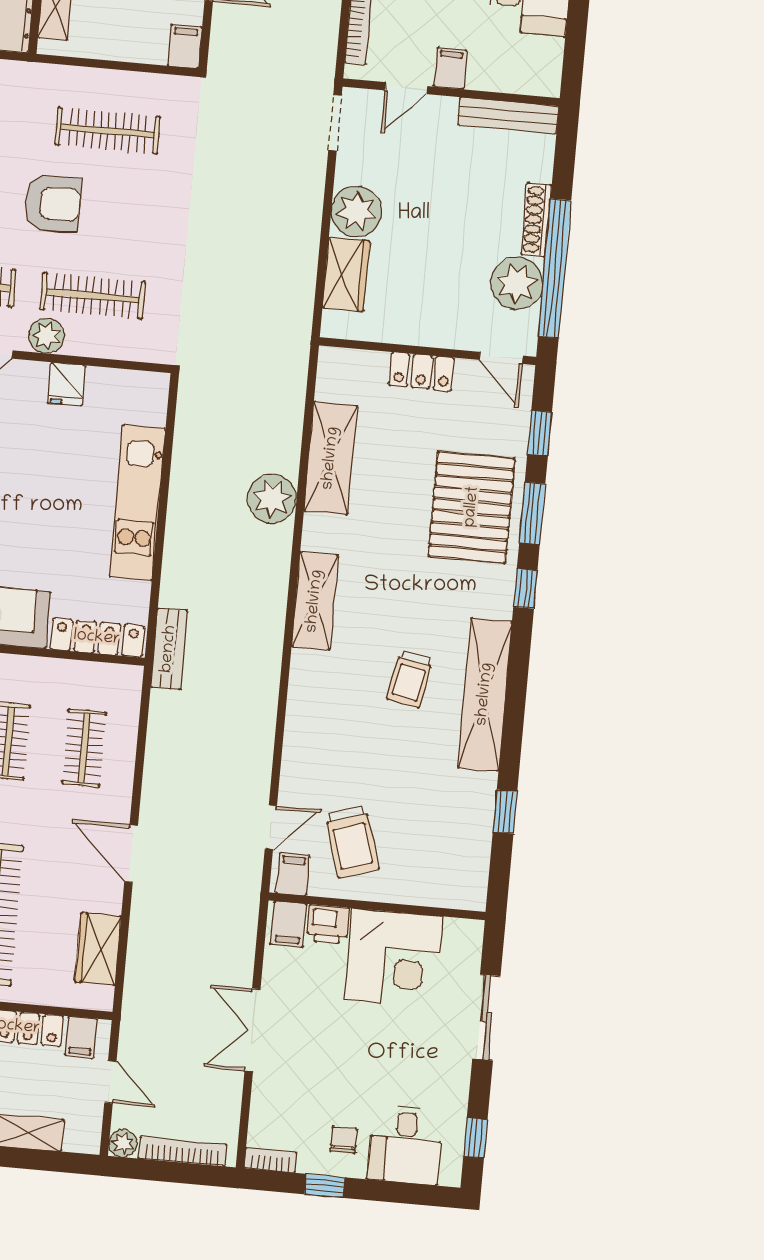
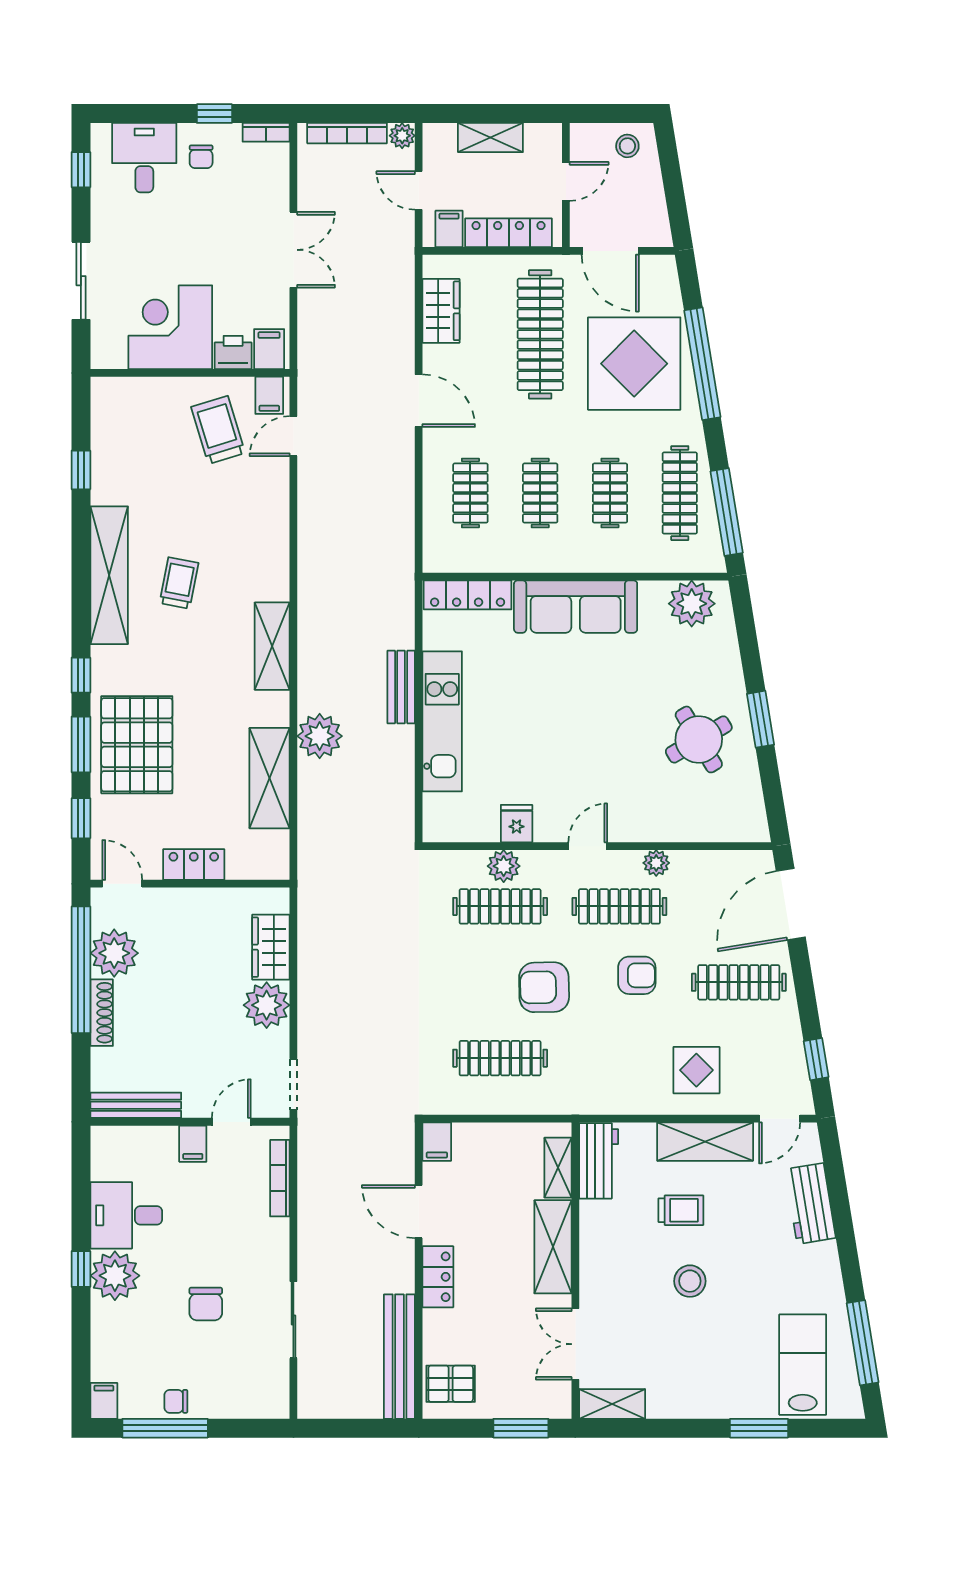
plant: (47, 336) -> (504, 866), moved
bench: (169, 649) -> (401, 687), moved

